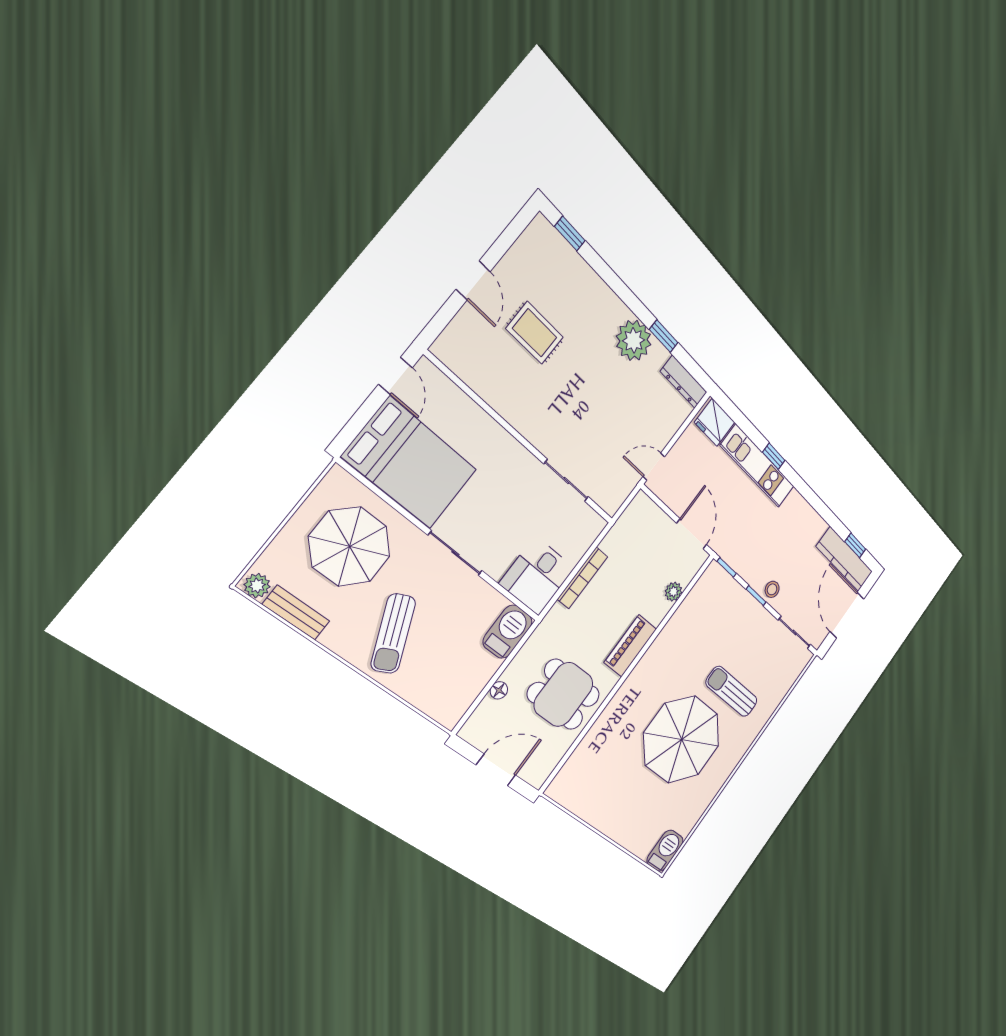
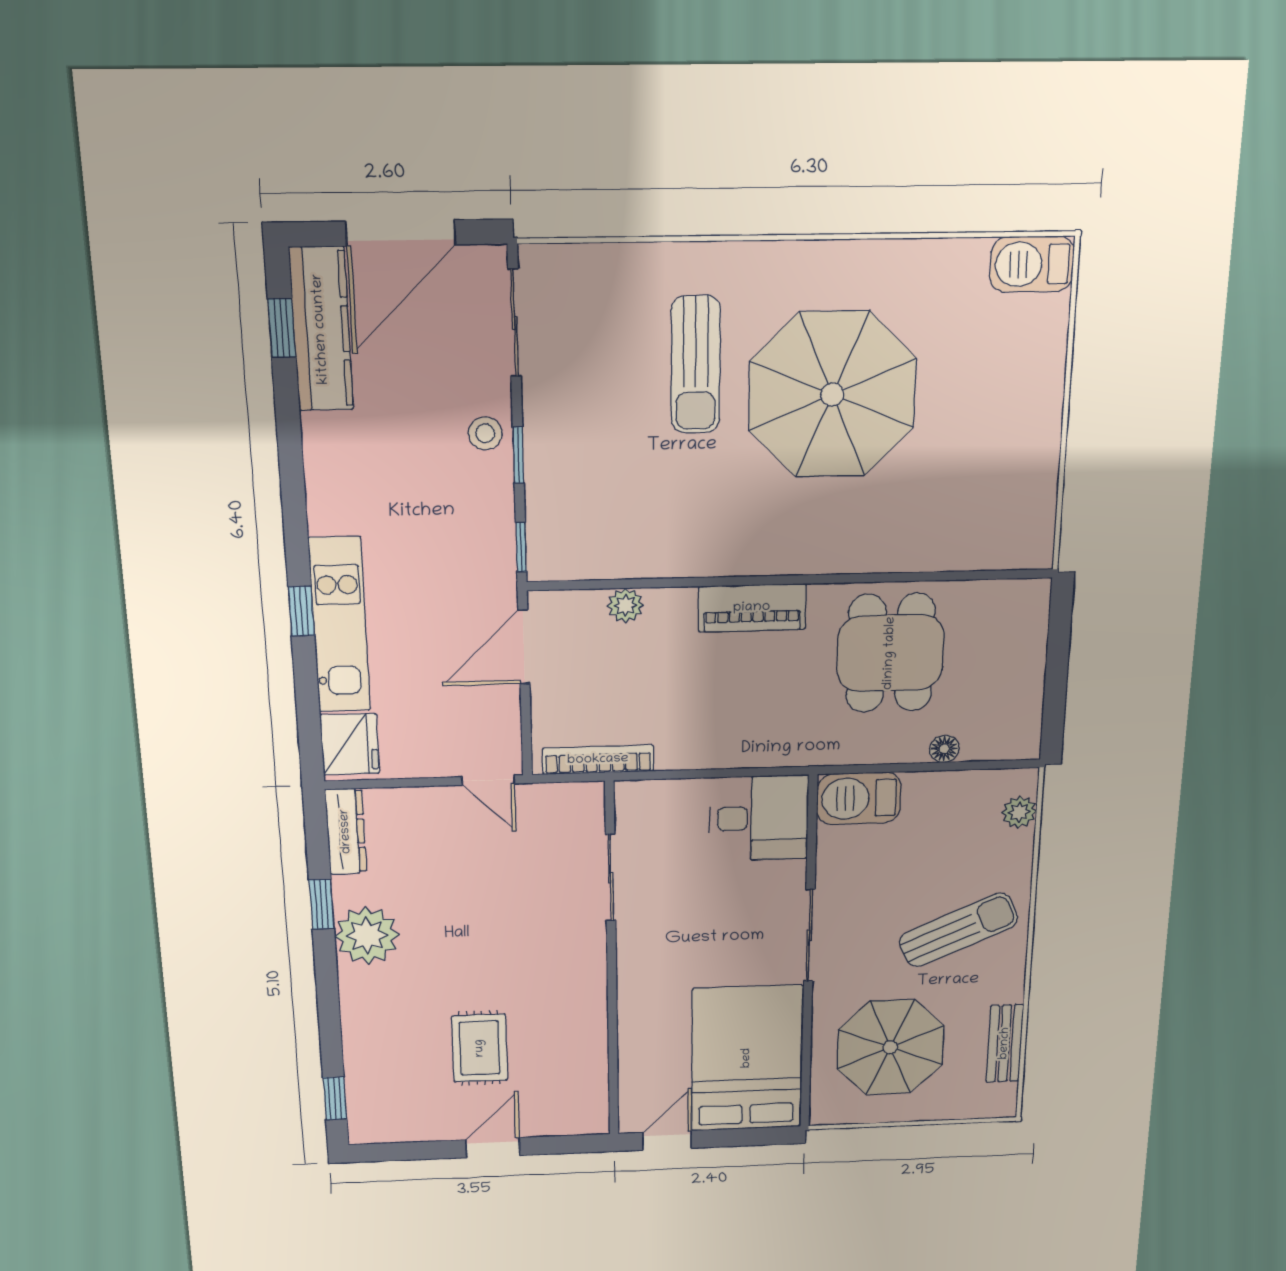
bookcase: (583, 578) -> (598, 760), moved
plant: (257, 586) -> (1019, 812), moved
door: (496, 770) -> (1057, 666), removed

